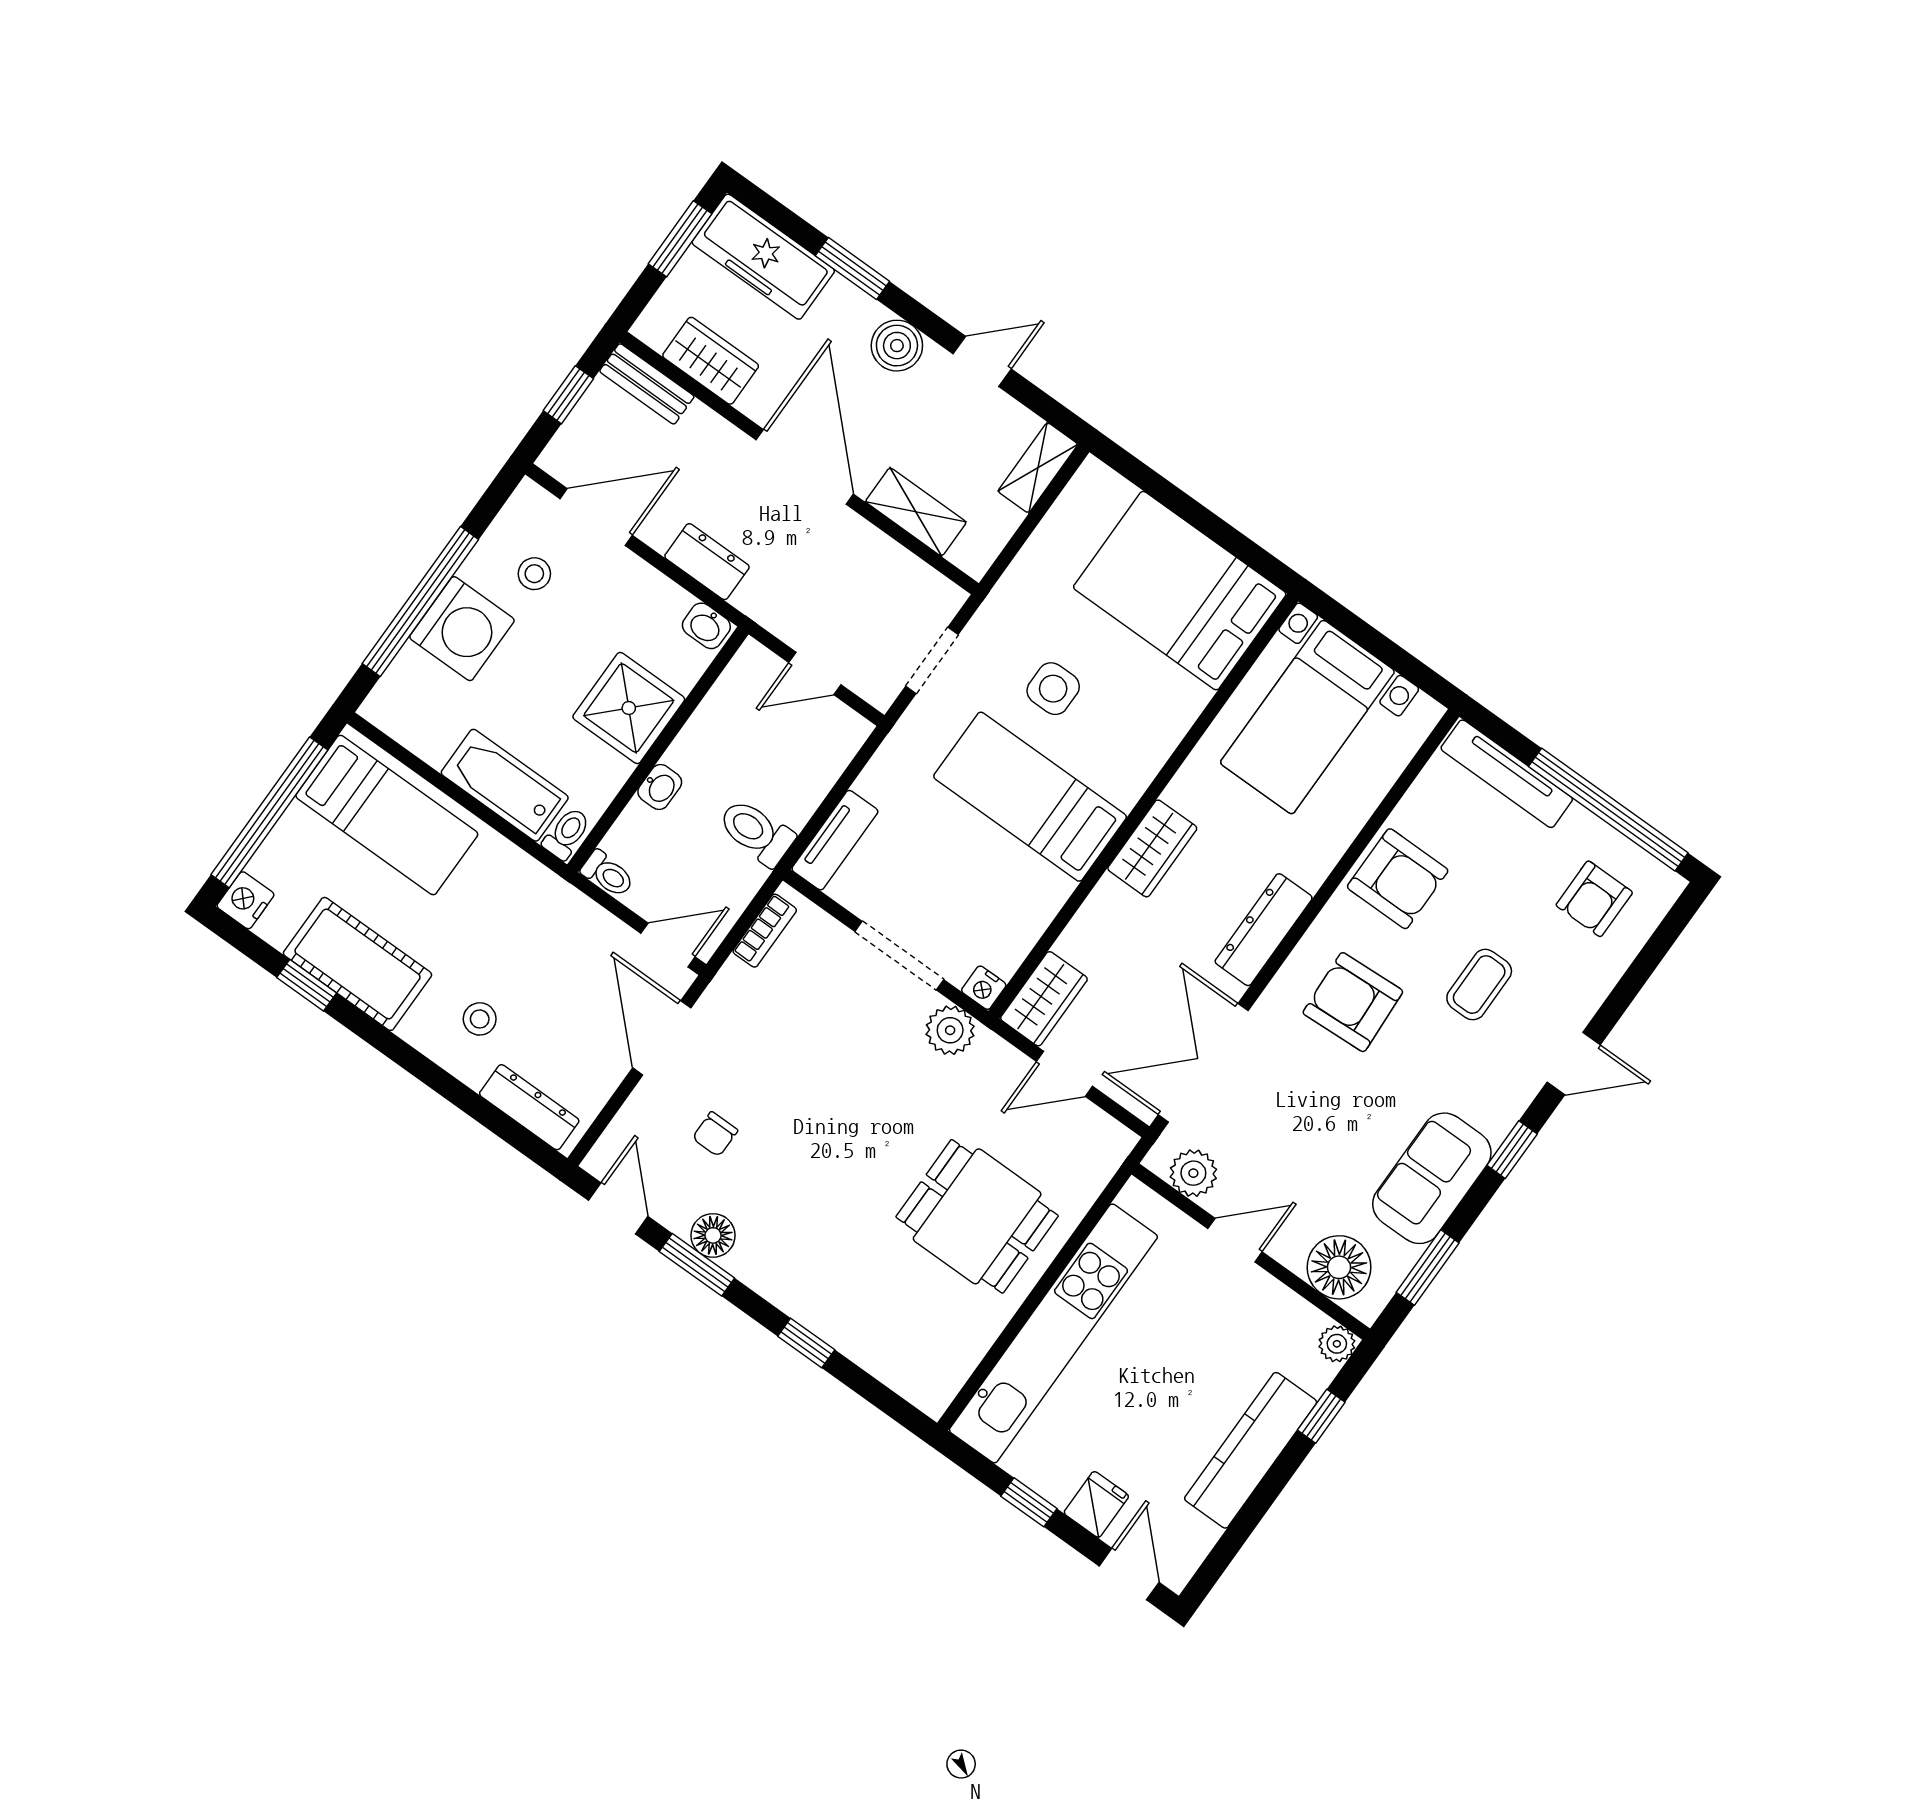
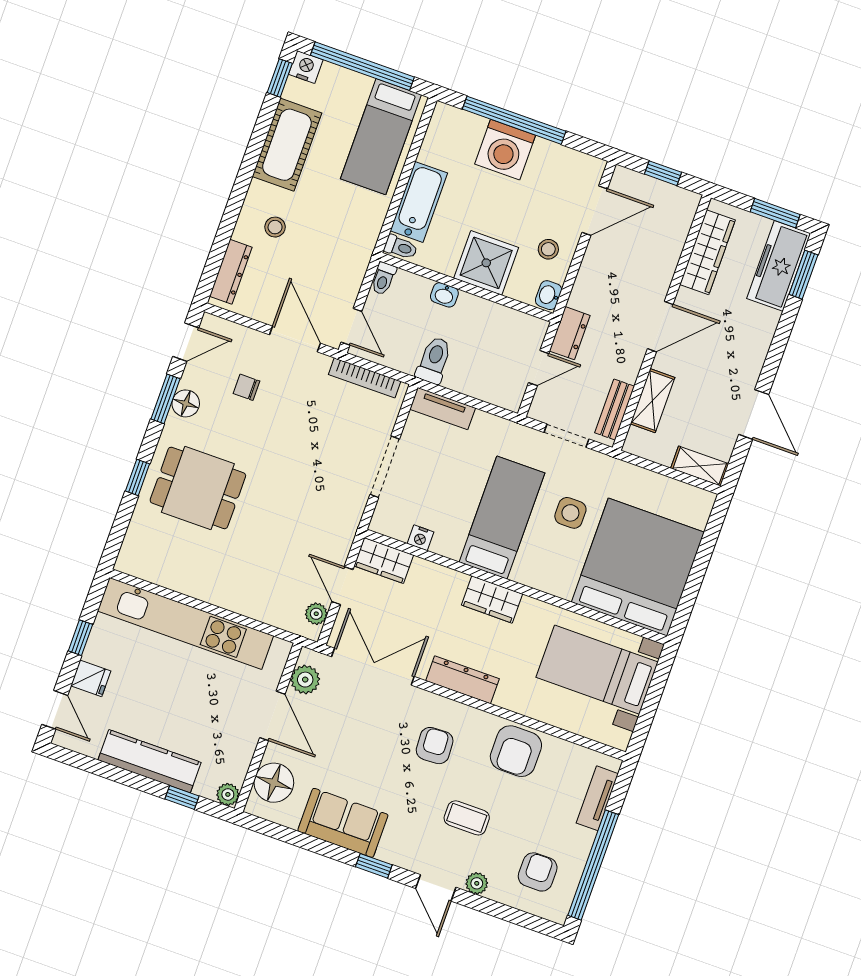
window: (852, 269) -> (804, 275), moved
boiler: (897, 346) -> (749, 361), removed
wardrobe: (711, 361) -> (708, 252), width x1.50
door: (982, 361) -> (754, 414), width x1.37
bench: (647, 384) -> (615, 410), moved
door: (805, 467) -> (660, 327), width x0.73
door: (596, 517) -> (595, 211), hinge flipped
dresser: (707, 562) -> (570, 333), moved
stool: (534, 574) -> (548, 249), moved
bed: (1180, 591) -> (638, 567), width x1.36
door: (815, 674) -> (539, 368), swing flipped
tv unit: (1507, 774) -> (597, 798), width x0.71
armchair: (1594, 899) -> (538, 872), turned 90
bookcase: (765, 931) -> (365, 378), width x1.56
window: (307, 985) -> (280, 78), moved
nightstand: (984, 988) -> (420, 538), moved, turned -90
plant: (1585, 998) -> (477, 883), added
armchair: (1353, 1002) -> (435, 746), width x0.72, depth x0.72
plant: (950, 1030) -> (316, 614), moved, width x0.73, depth x0.73
door: (662, 1038) -> (295, 339), hinge flipped
dining table: (977, 1216) -> (198, 488), moved, turned 90
door: (1235, 1240) -> (272, 716), width x1.38
window: (1428, 1268) -> (289, 836), removed
door: (1129, 1574) -> (55, 710), hinge flipped

